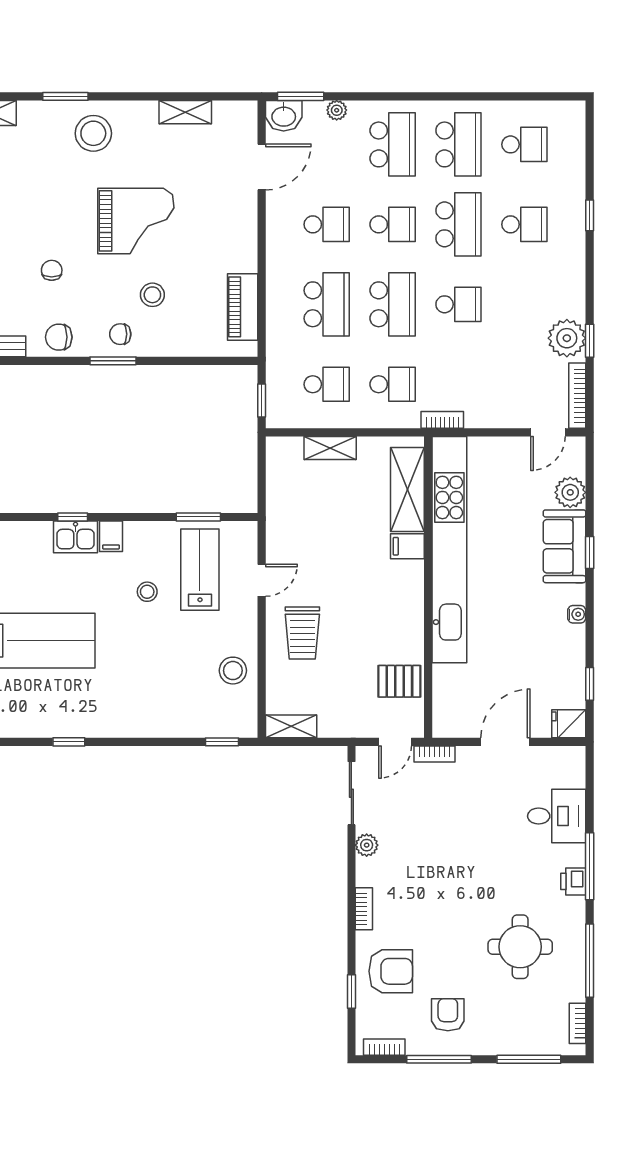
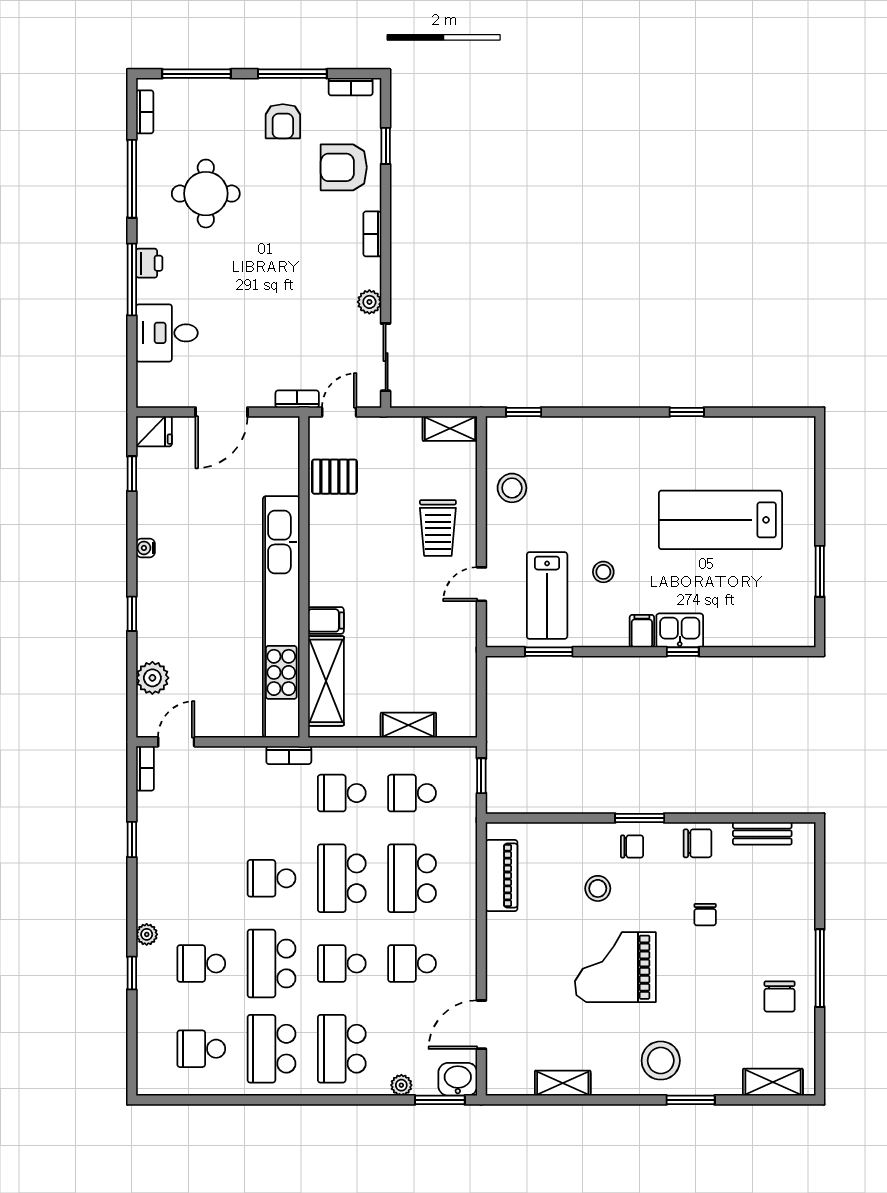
plant: (567, 338) -> (147, 934), moved, width x0.53, depth x0.53
bookcase: (577, 396) -> (145, 768), width x0.64
sofa: (564, 546) -> (159, 620), removed
trolley: (302, 633) -> (438, 528), turned 180

